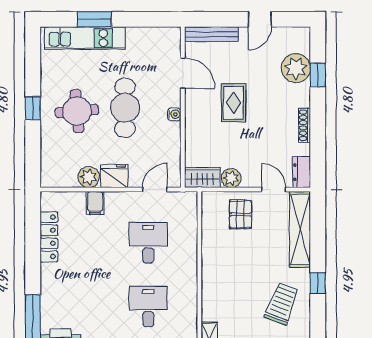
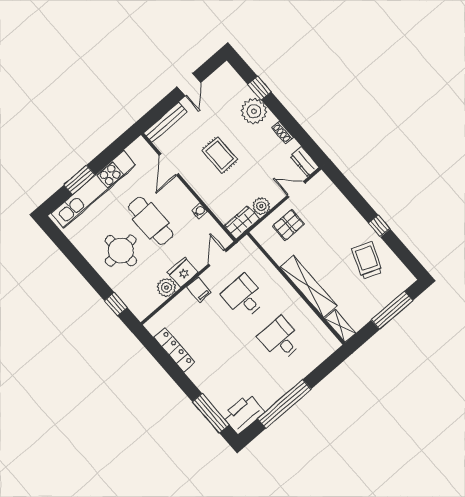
kitchen unit: (85, 38) -> (93, 189), width x1.36
plant: (296, 68) -> (254, 111), moved
door: (183, 73) -> (169, 165), swing flipped
window: (33, 108) -> (116, 304), moved
water cooler: (174, 114) -> (200, 211), moved
shoe rack: (305, 125) -> (282, 132), width x0.70
filing cabinet: (95, 203) -> (199, 290), moved
pallet: (241, 214) -> (288, 225), turned 90
shelving: (300, 230) -> (308, 287), moved

